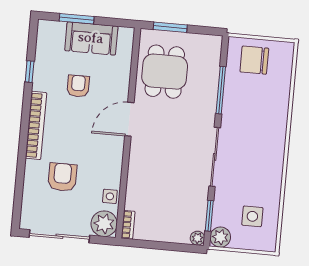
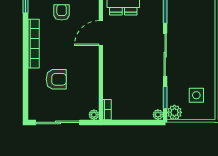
armchair: (62, 177) -> (56, 79), turned 90
side table: (110, 196) -> (92, 90), removed
plant: (104, 224) -> (94, 115), width x0.53, depth x0.53

